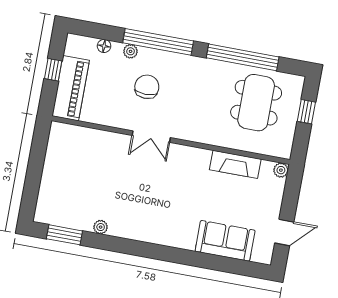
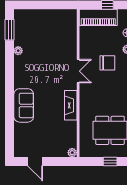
double door: (151, 137) -> (78, 71), swing flipped
fireplace: (235, 164) -> (71, 105), moved
sofa: (225, 241) -> (24, 105), moved

